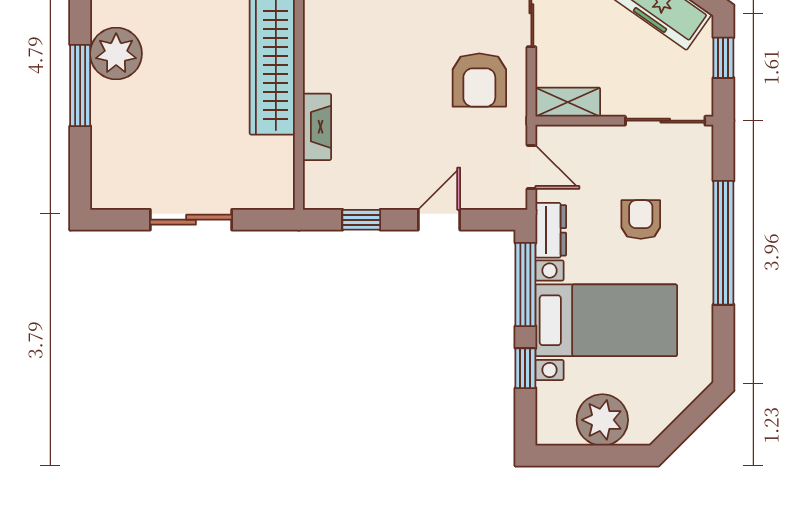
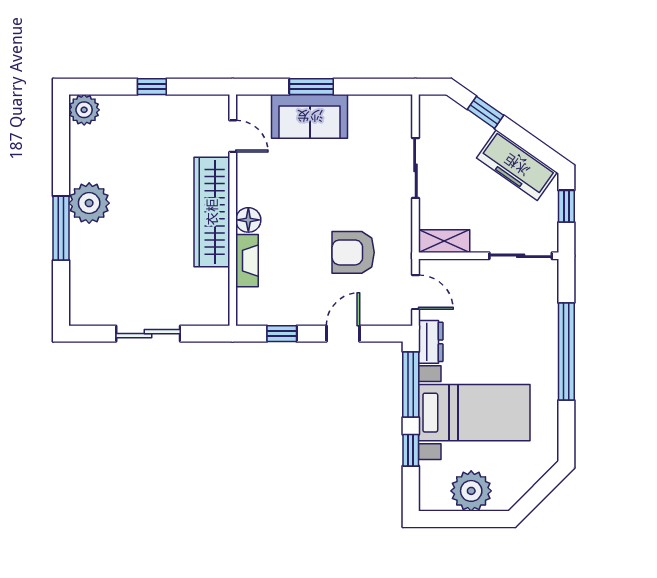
floor lamp: (319, 75) -> (248, 220), added
armchair: (479, 80) -> (353, 252), moved, turned 90
armchair: (641, 220) -> (501, 334), removed

